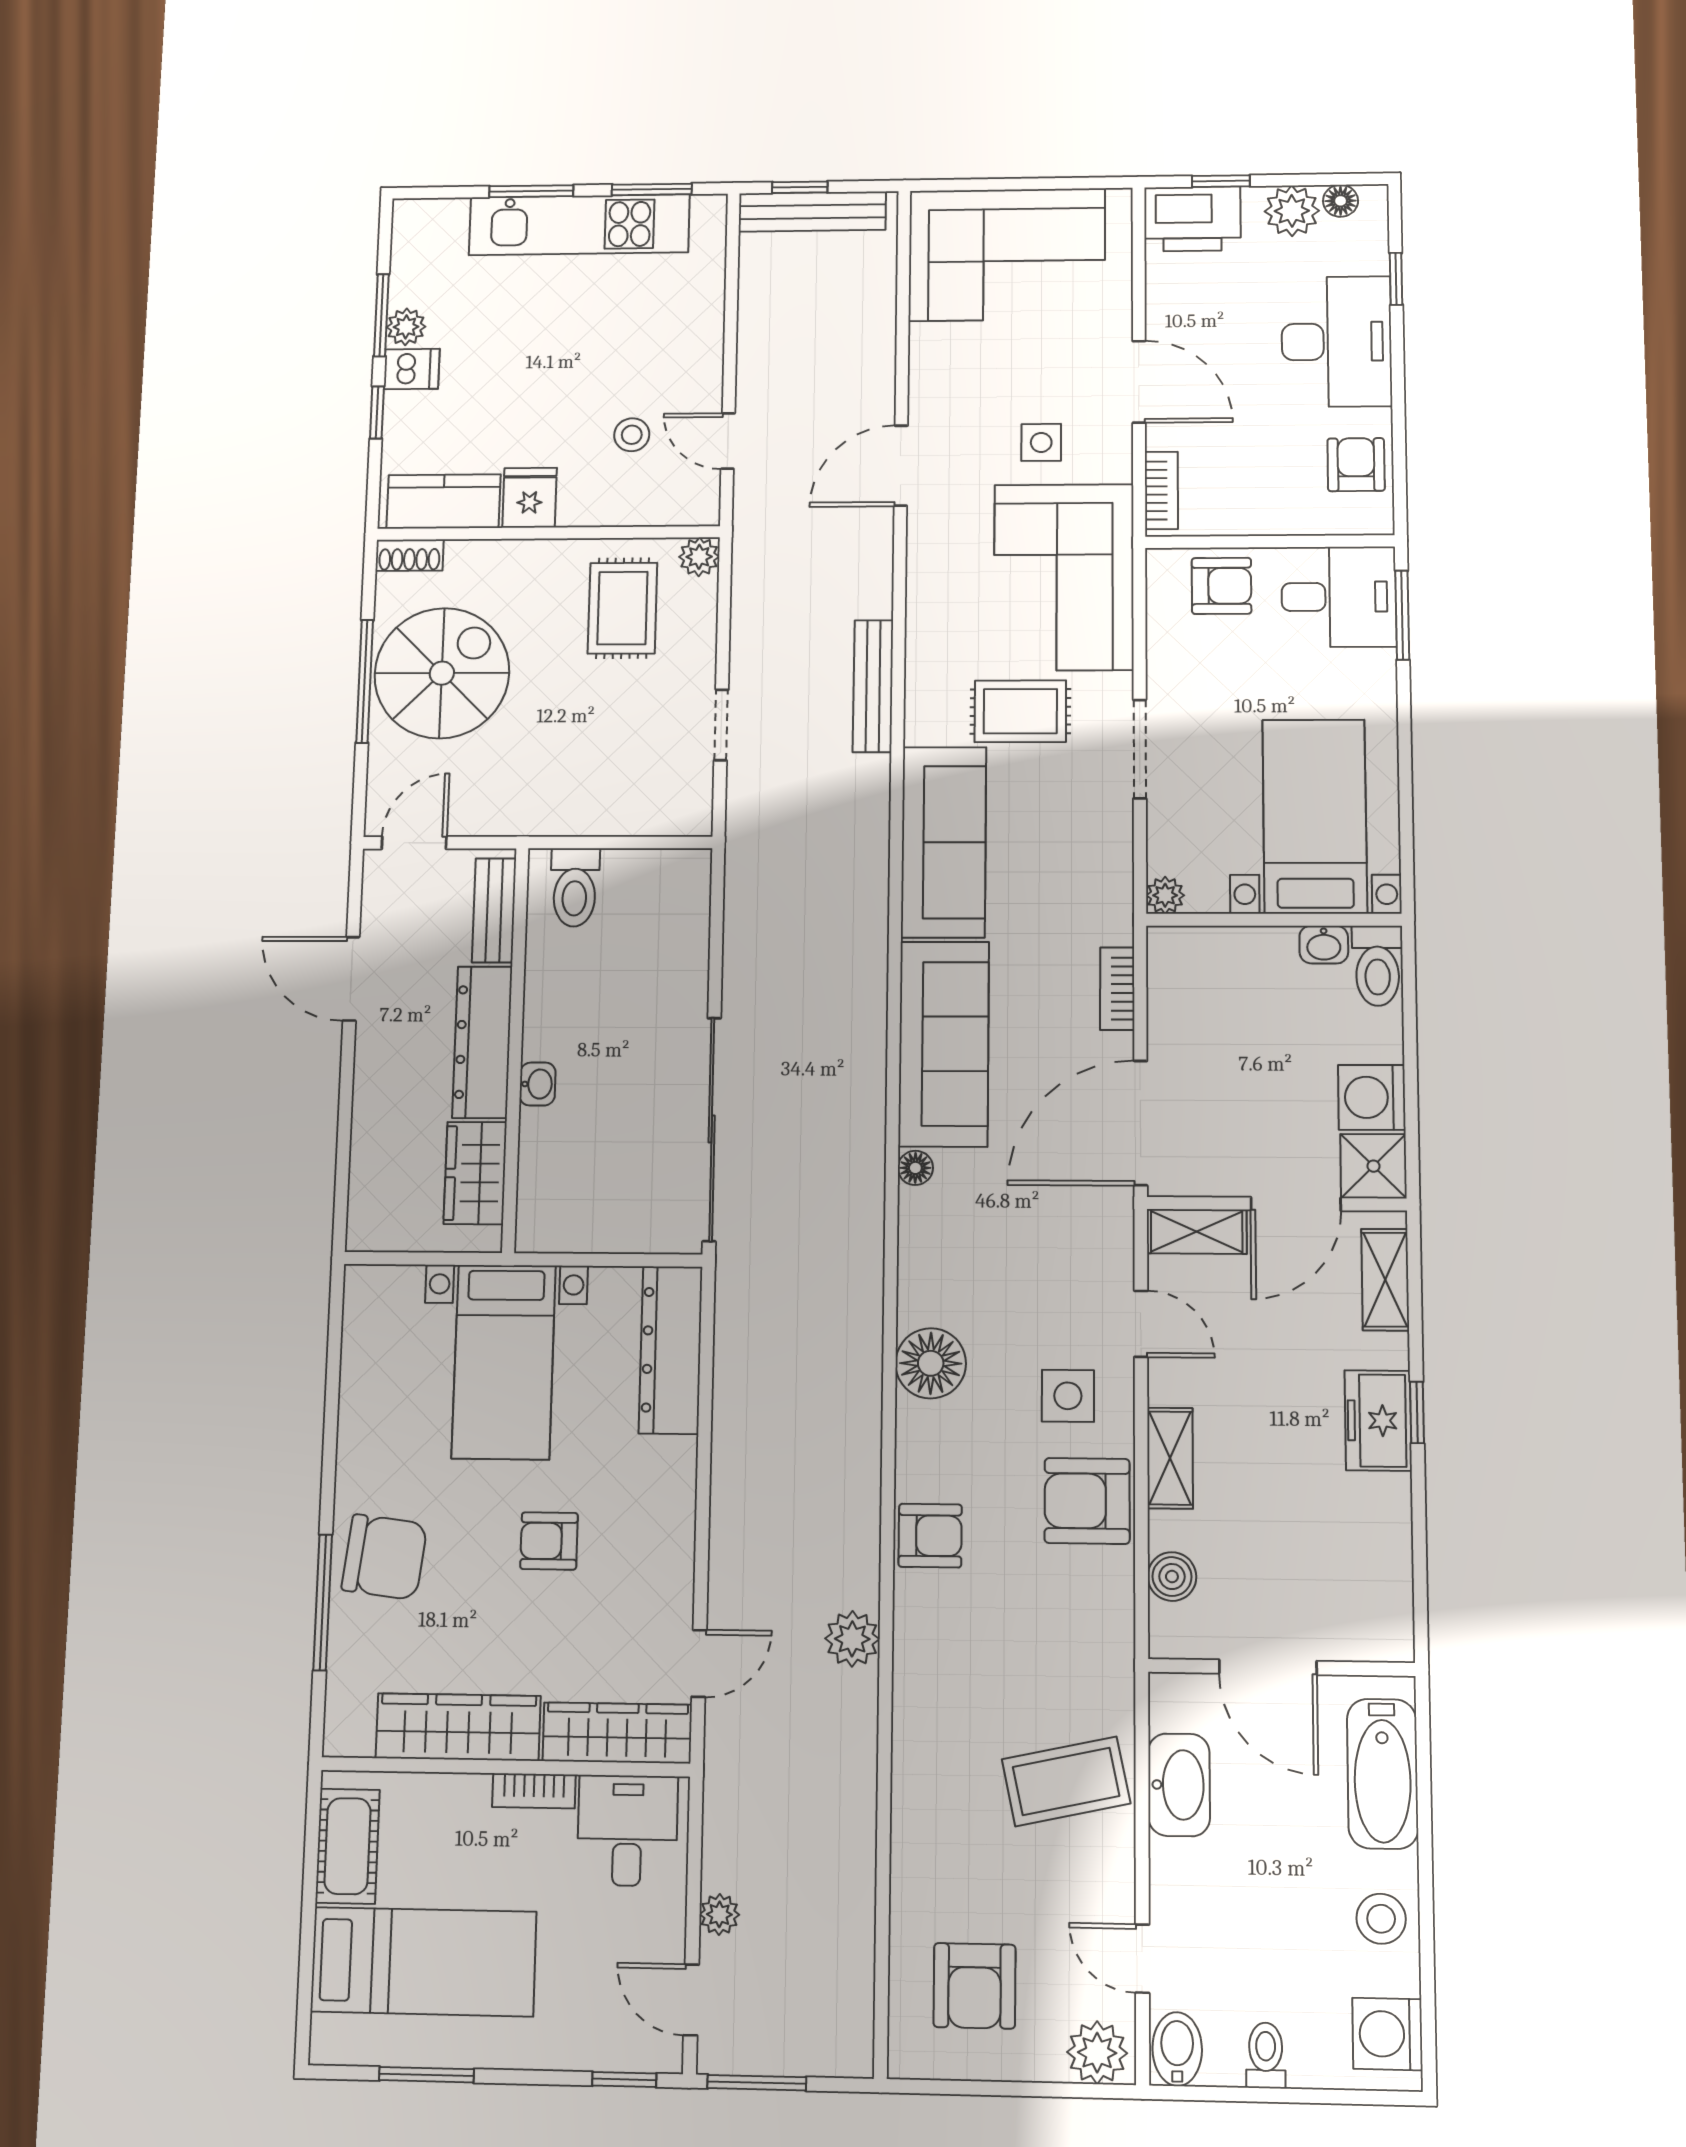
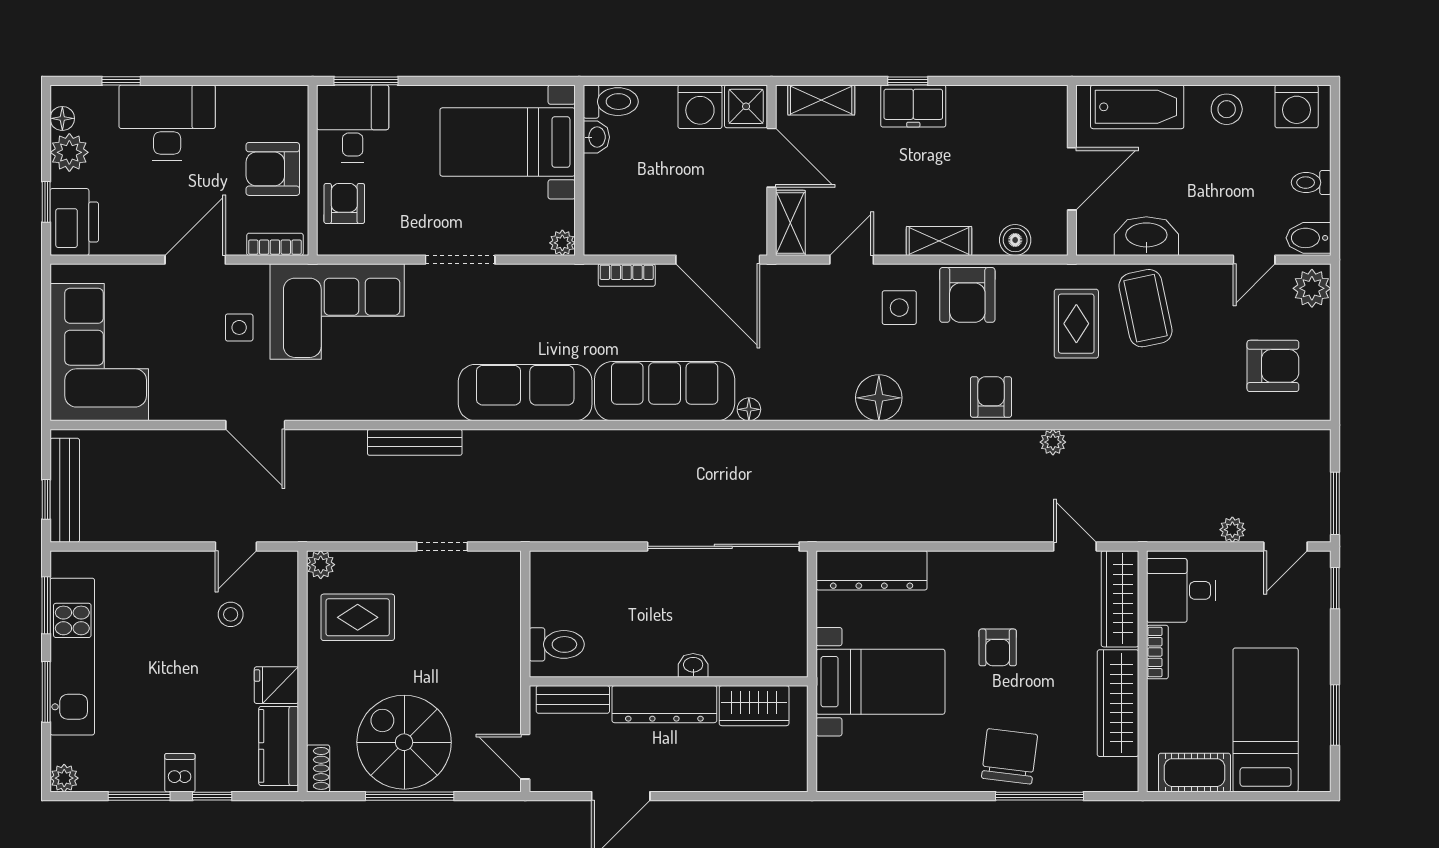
plant: (406, 327) -> (64, 778), moved
armchair: (1356, 465) -> (273, 169), moved, width x1.38, depth x1.38
rug: (1020, 711) -> (1076, 324), moved
plant: (852, 1639) -> (1053, 442), width x0.73, depth x0.73

